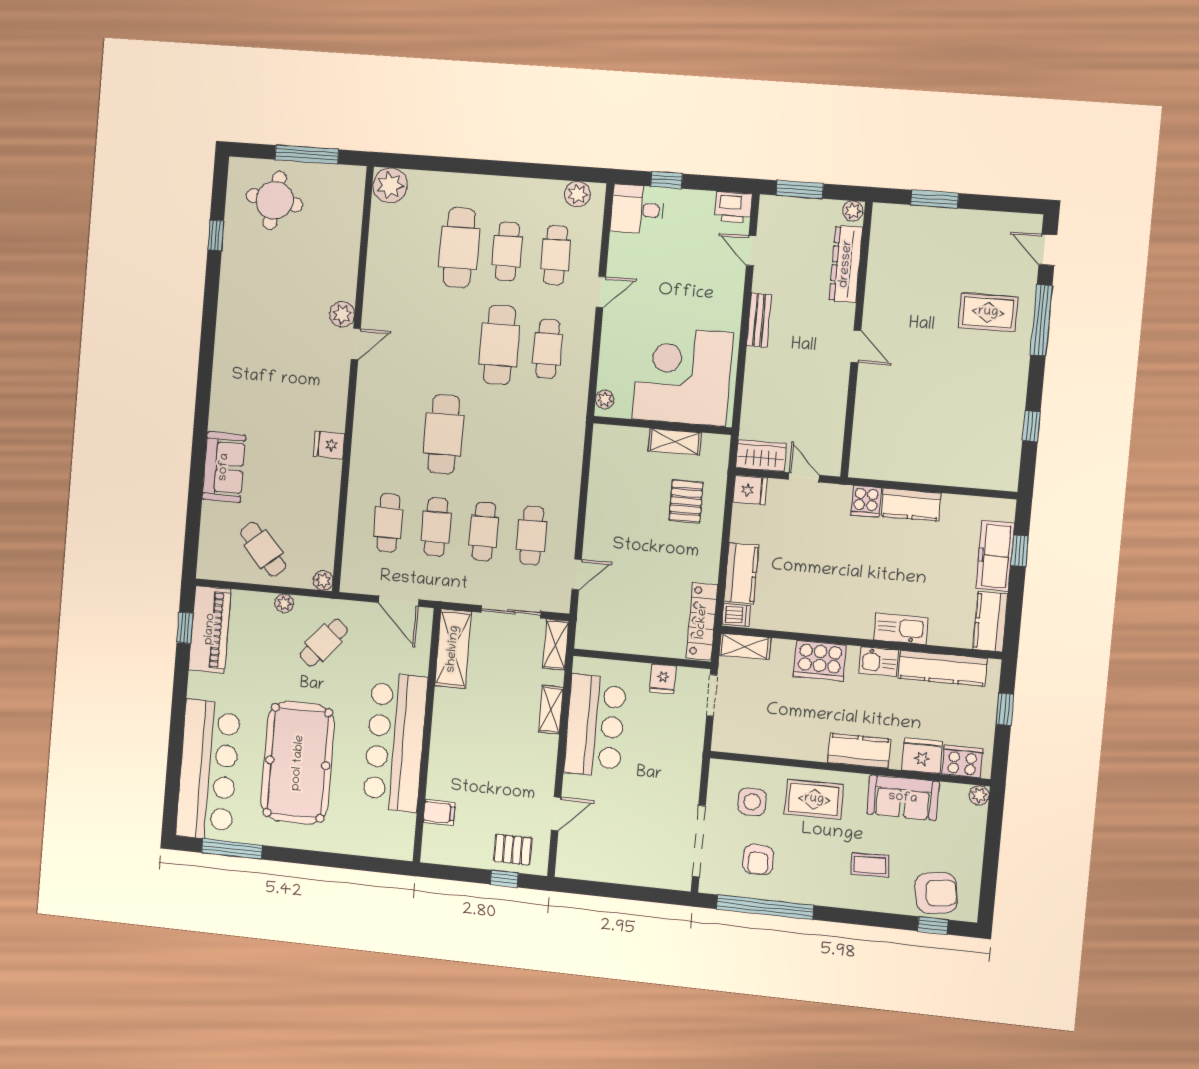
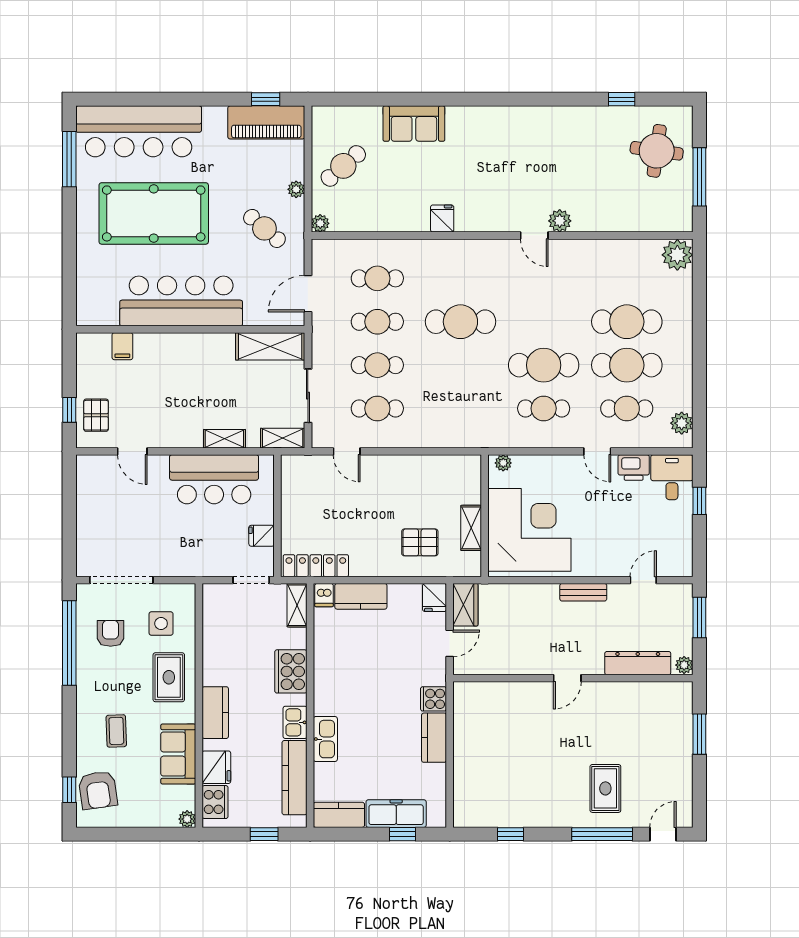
printer: (733, 207) -> (634, 468), moved, turned -90
cafe table: (507, 251) -> (627, 365), width x1.37, depth x1.35
armchair: (758, 860) -> (111, 633), turned 90

